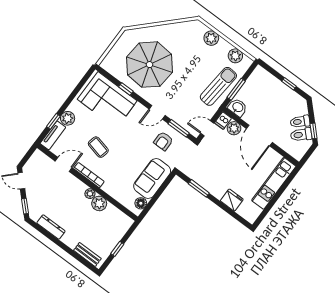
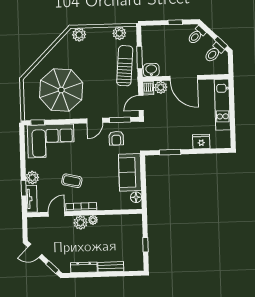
plant: (211, 38) -> (79, 35), moved
window: (126, 89) -> (38, 122), moved
toilet: (300, 122) -> (196, 35), moved
plant: (99, 203) -> (80, 223), moved
bench: (87, 254) -> (111, 267), moved

